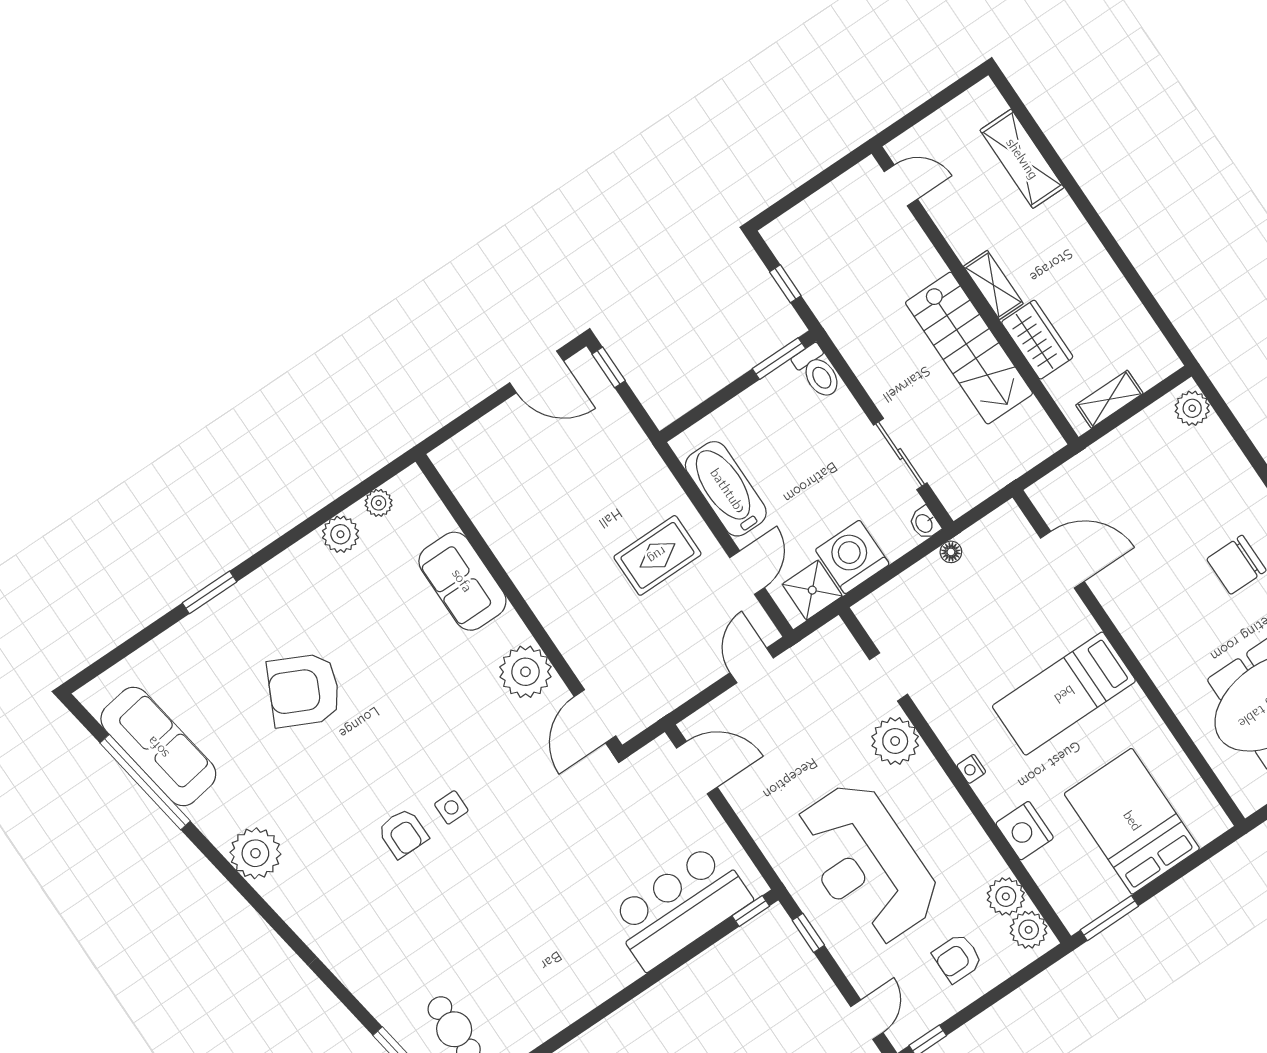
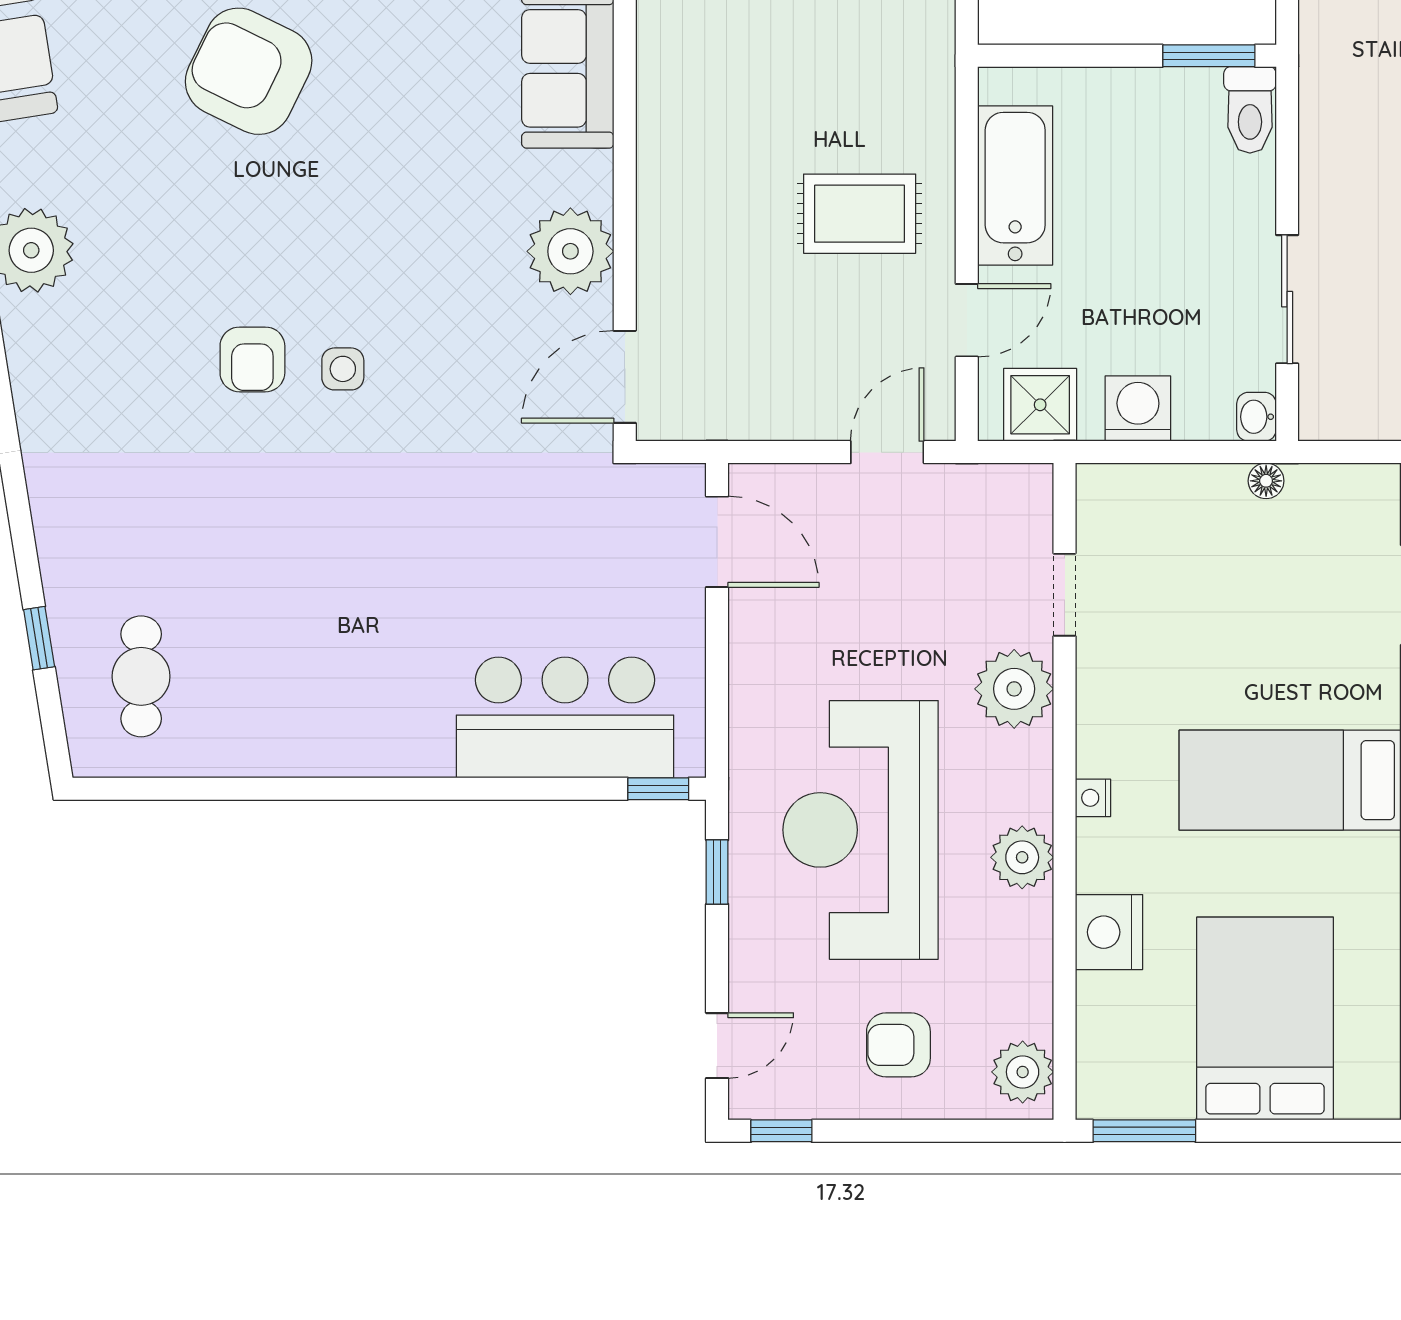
washing machine: (852, 557) -> (1138, 409), width x0.73, depth x0.73
plant: (1006, 896) -> (1022, 857), moved

